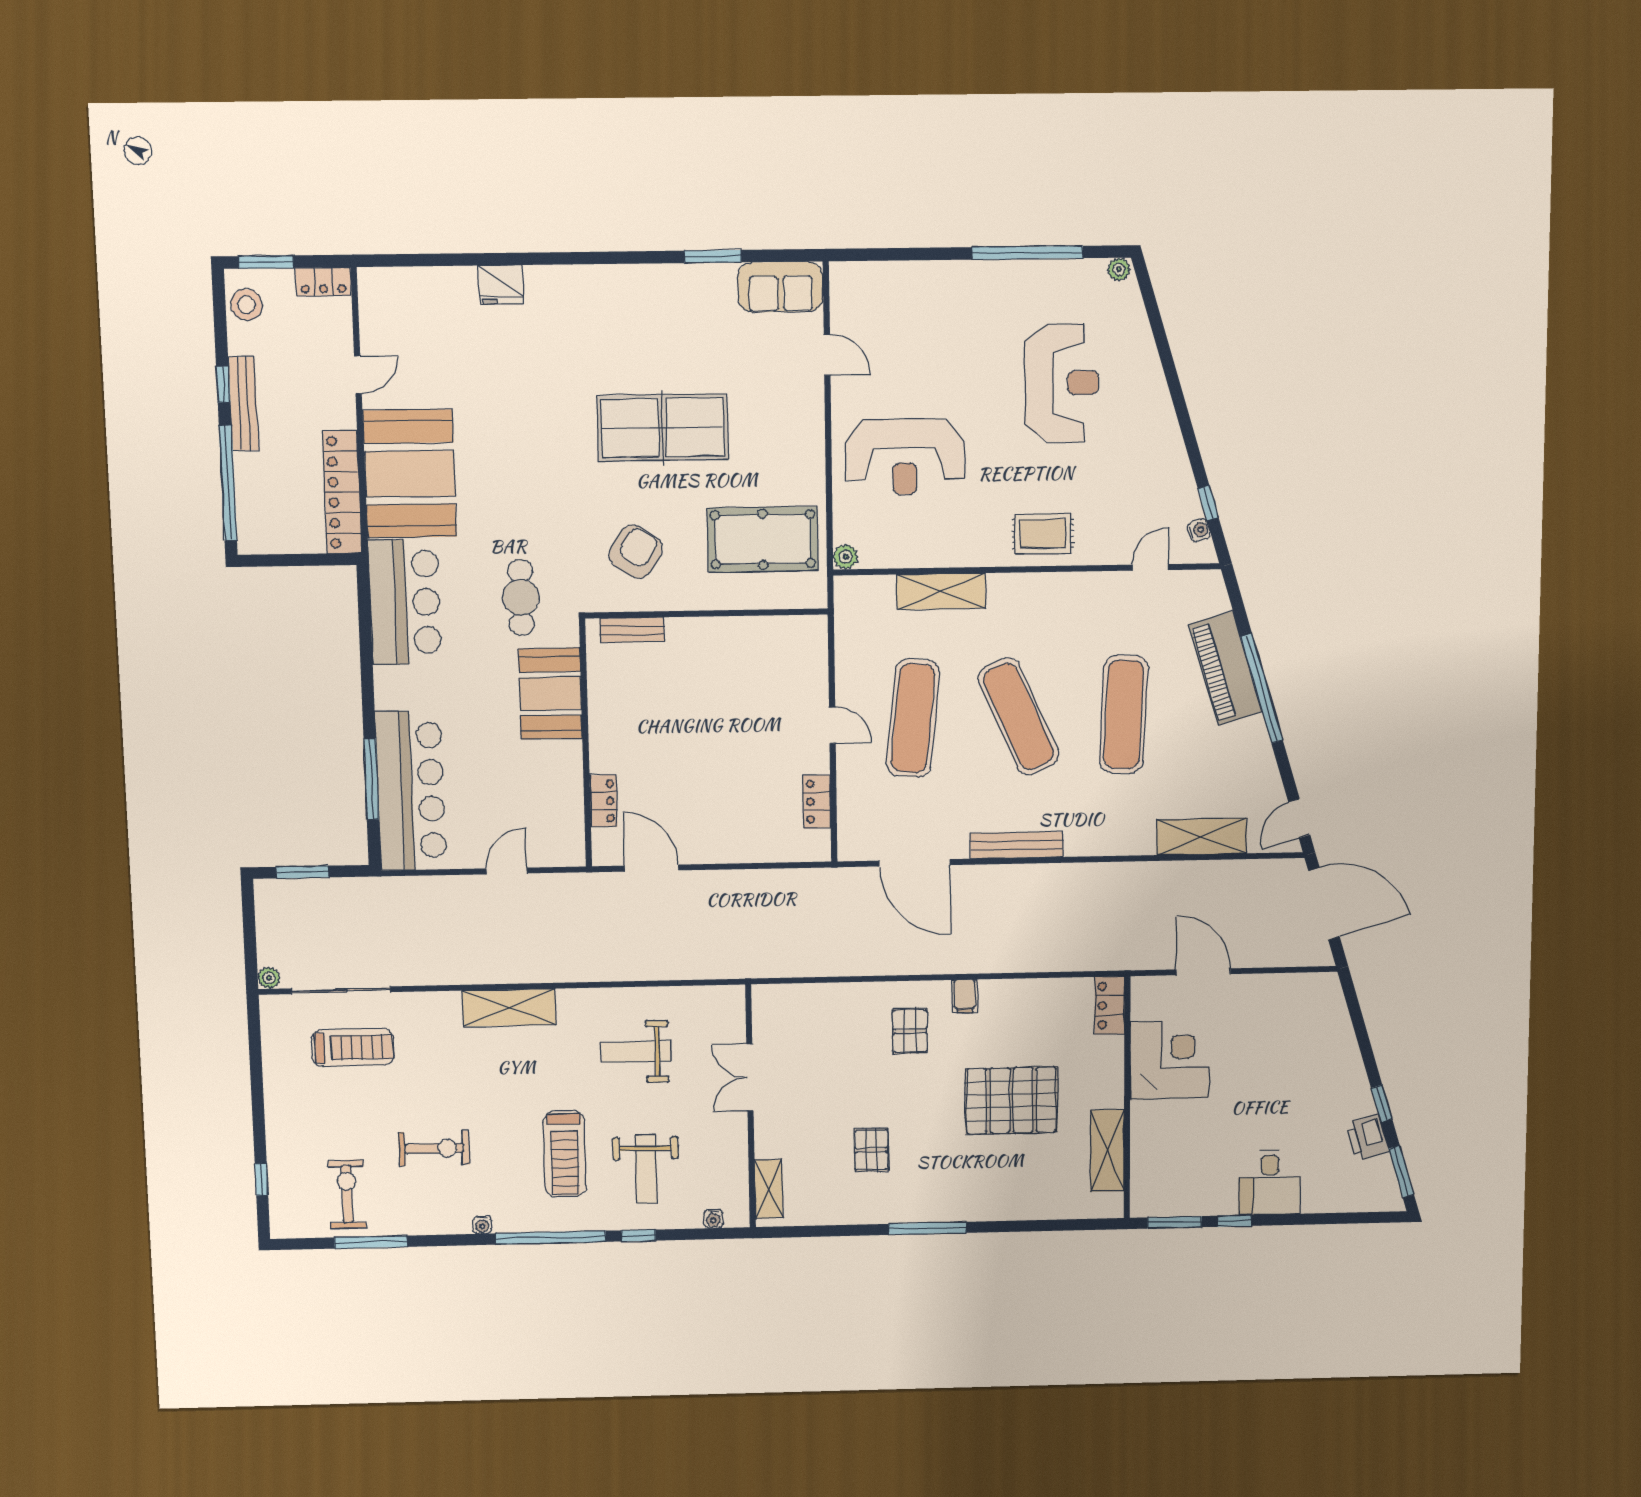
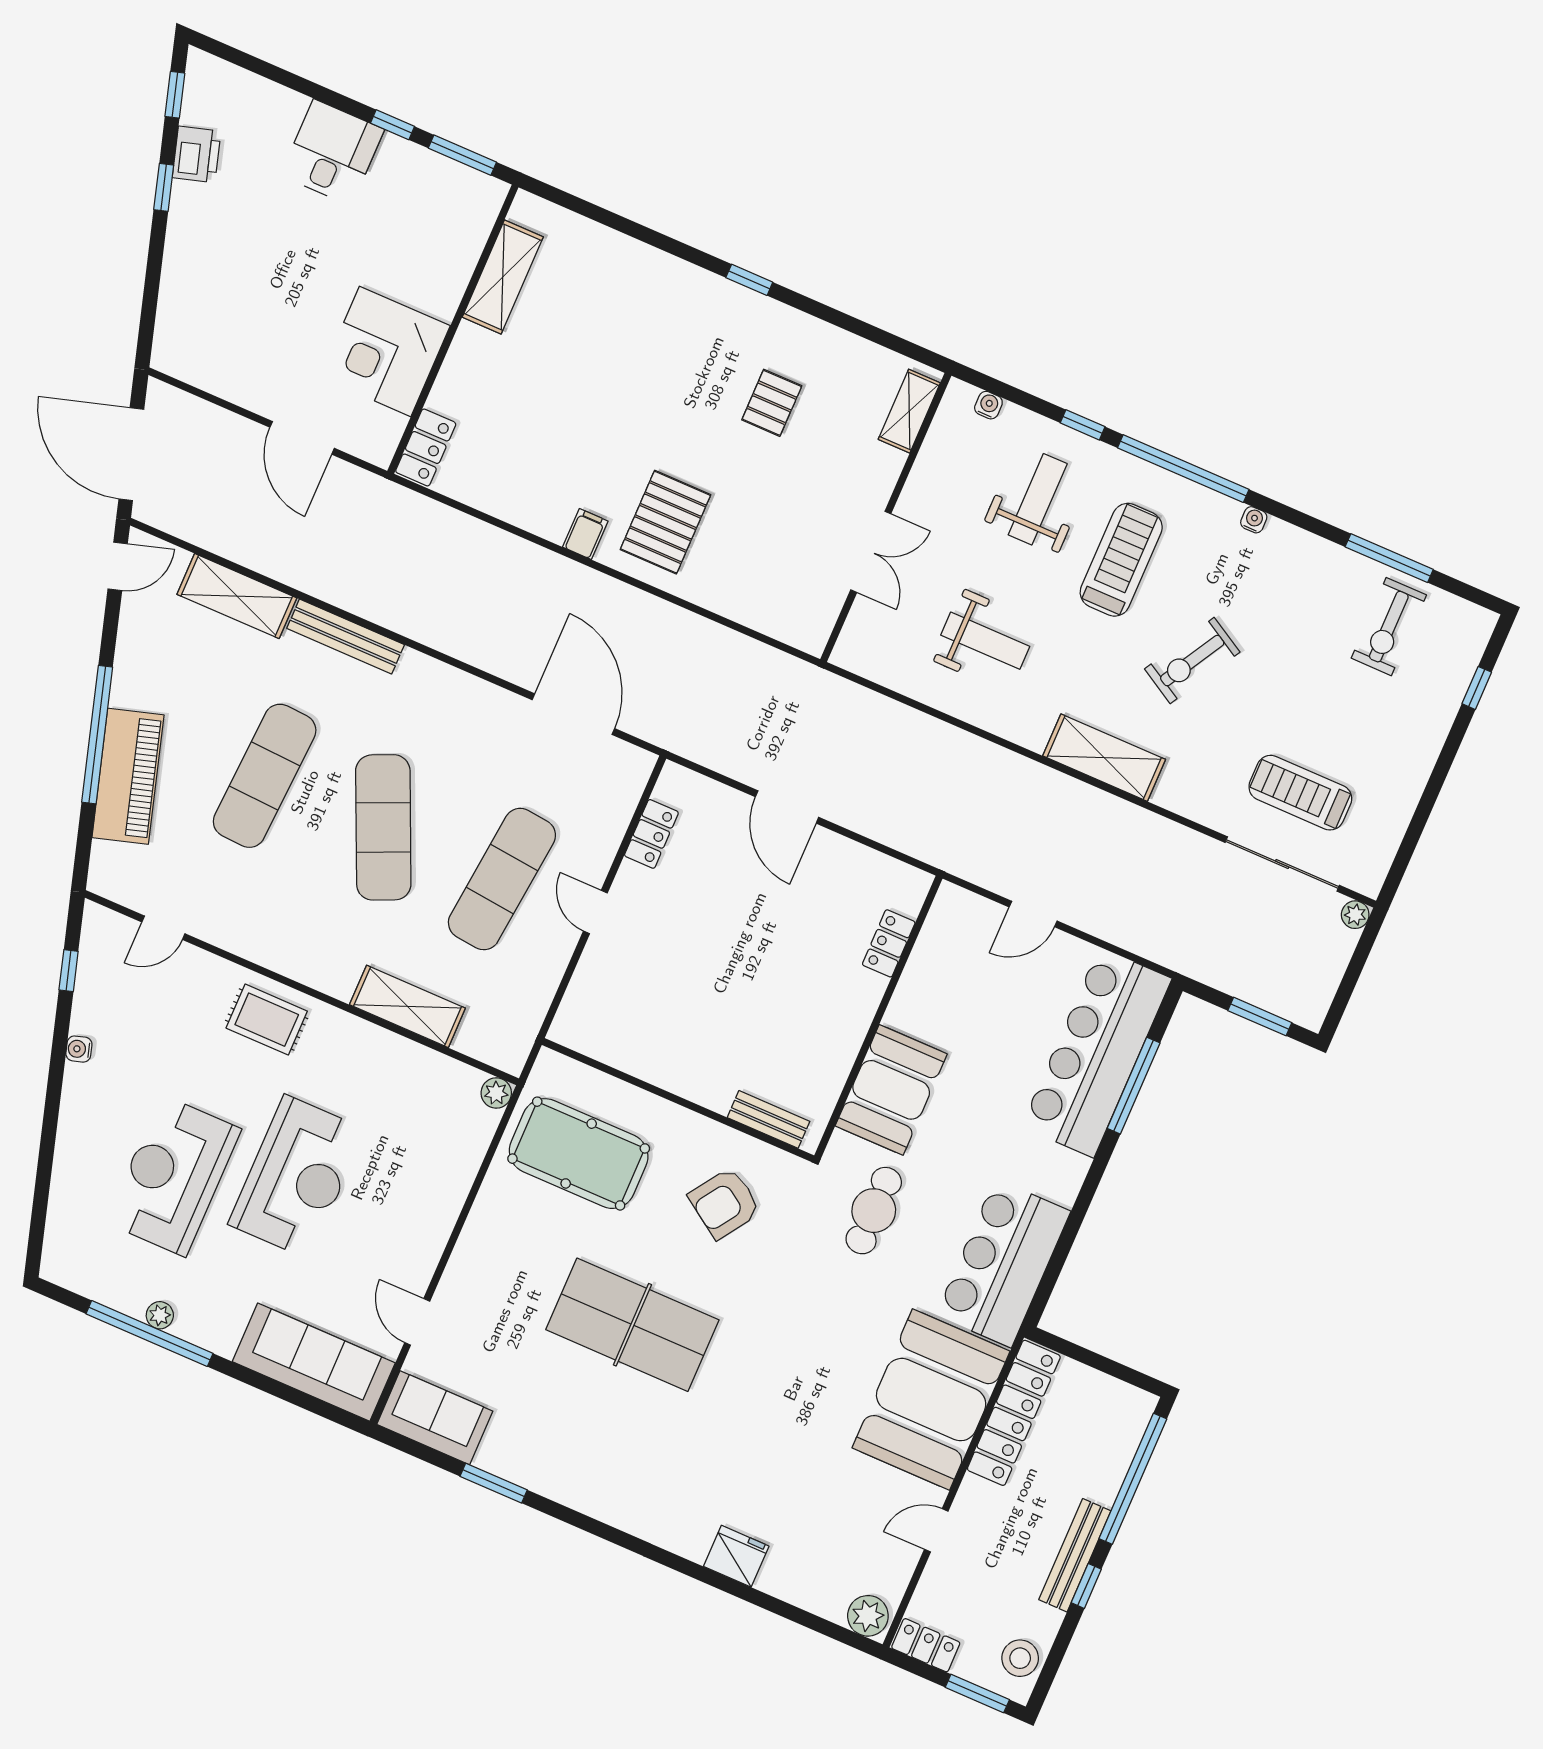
plant: (1119, 269) -> (160, 1315), moved
plant: (379, 284) -> (868, 1616), added
sofa: (892, 288) -> (314, 1362), added
reception desk: (905, 457) -> (297, 1177), moved, turned 90
water cooler: (1199, 530) -> (79, 1049), moved
bench: (1017, 845) -> (346, 637), moved
door: (652, 868) -> (787, 807), moved
pallet: (910, 1031) -> (665, 522), width x1.50, depth x1.42
pallet: (1011, 1100) -> (586, 387), removed
exercise bike: (434, 1148) -> (1192, 661), moved, turned -60
window: (1401, 1172) -> (175, 95), width x0.67
window: (927, 1228) -> (749, 280), width x0.46

